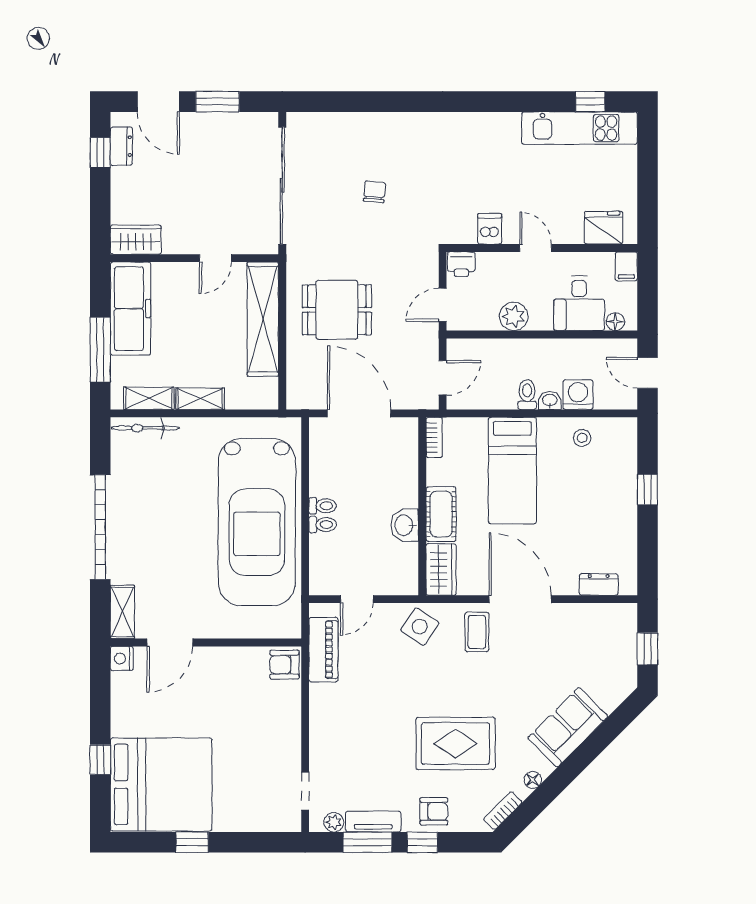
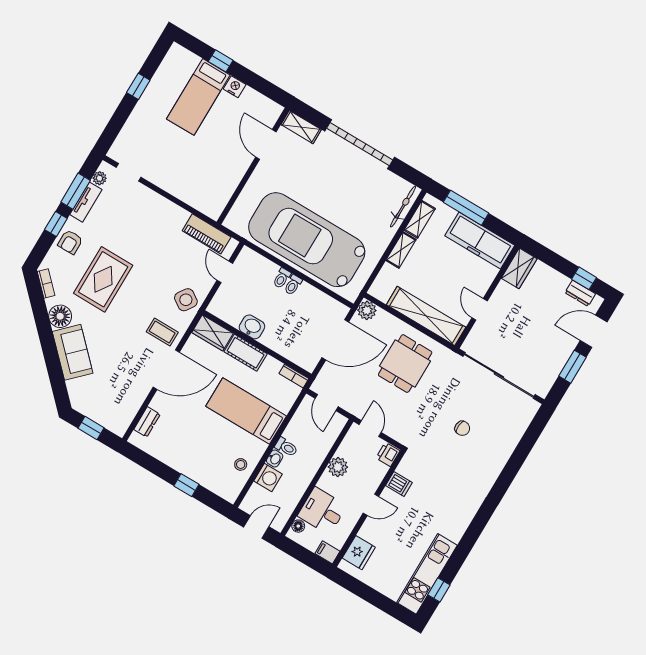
plant: (300, 396) -> (367, 310), added
nightstand: (122, 659) -> (235, 87), moved
armchair: (284, 665) -> (212, 205), removed
floor lamp: (533, 780) -> (60, 316), width x1.89, depth x1.89
bed: (161, 784) -> (198, 97), width x0.49

